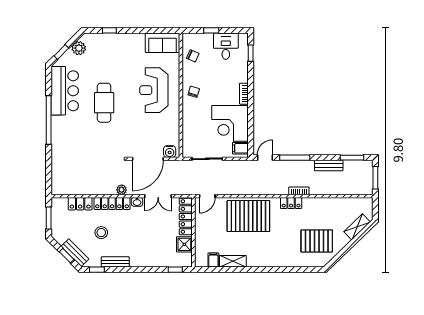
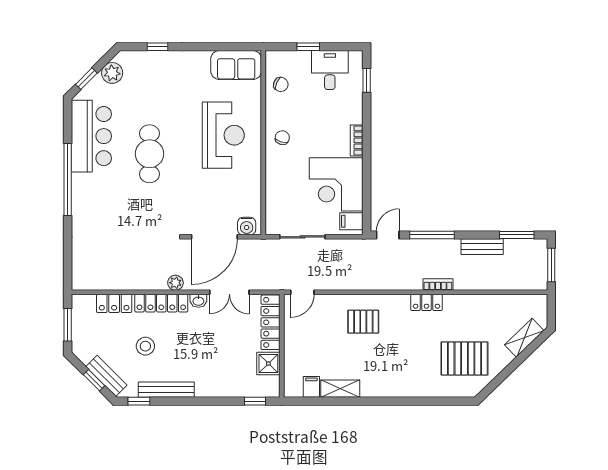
reception desk: (154, 90) -> (223, 135), turned 180
pallet: (248, 216) -> (363, 322), width x0.49, depth x0.50
bench: (115, 262) -> (166, 390), width x1.36

